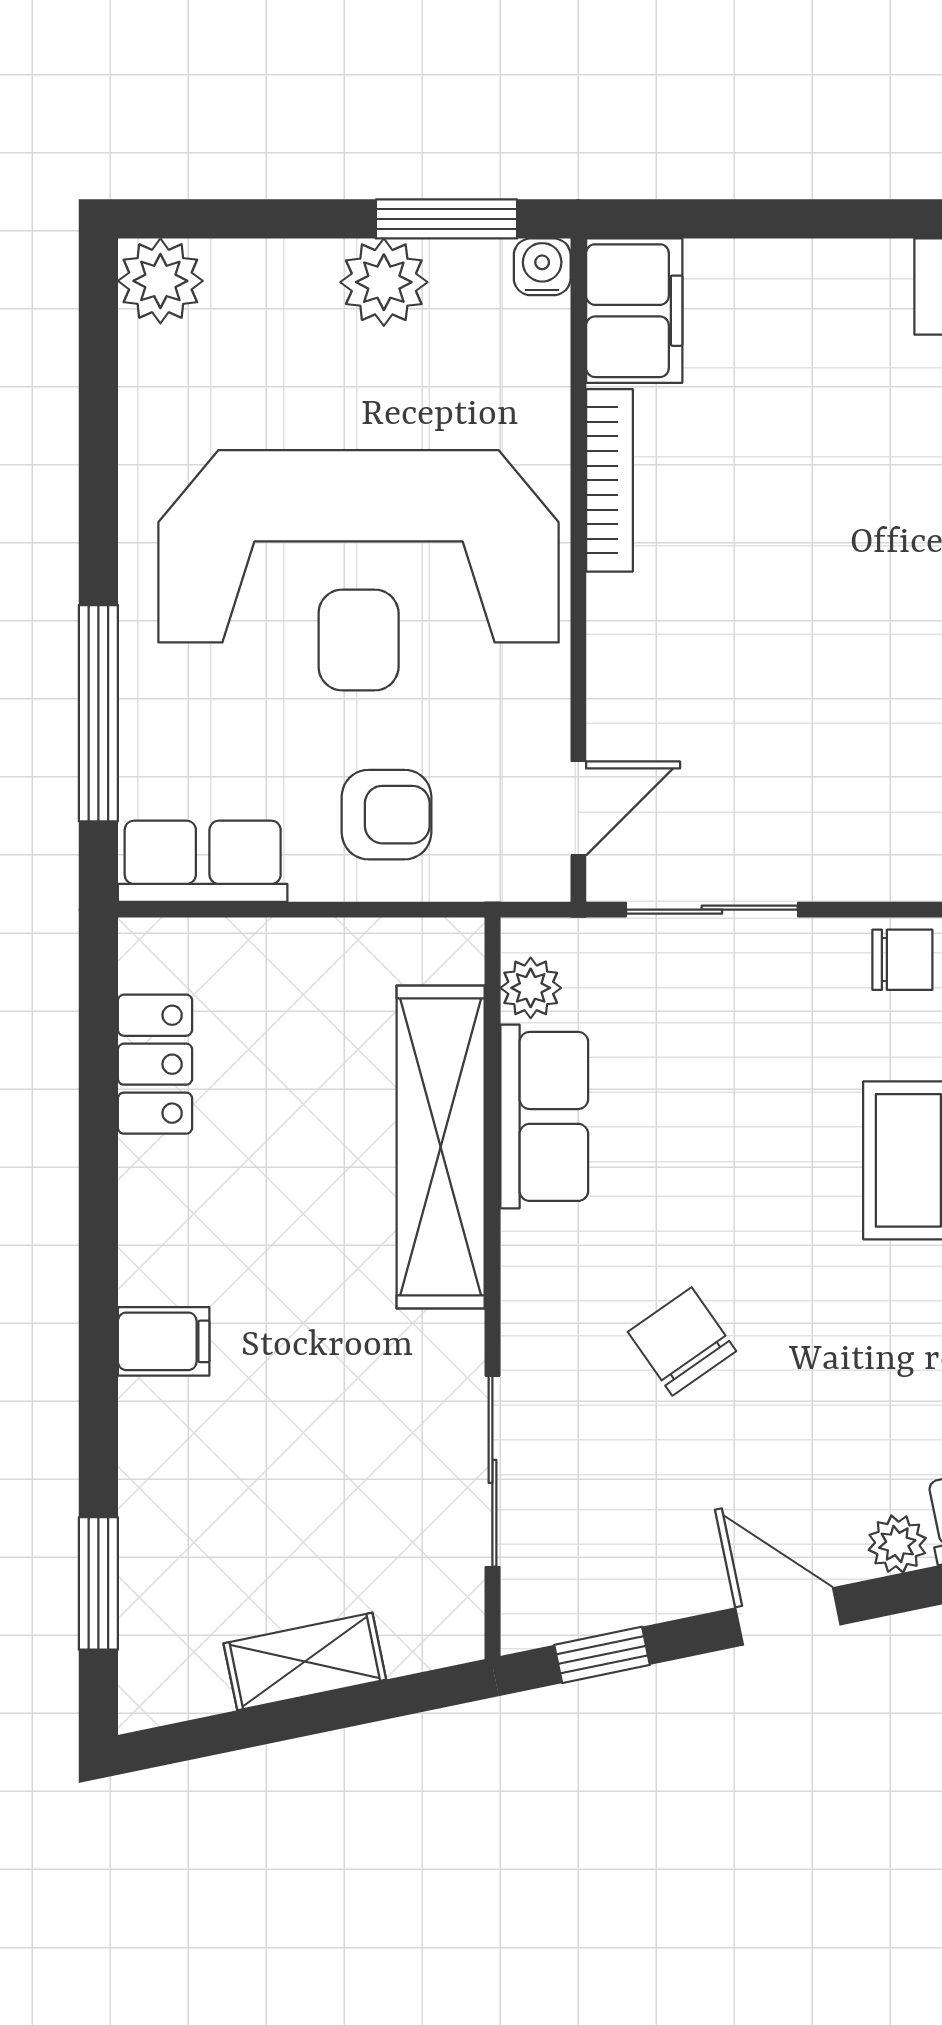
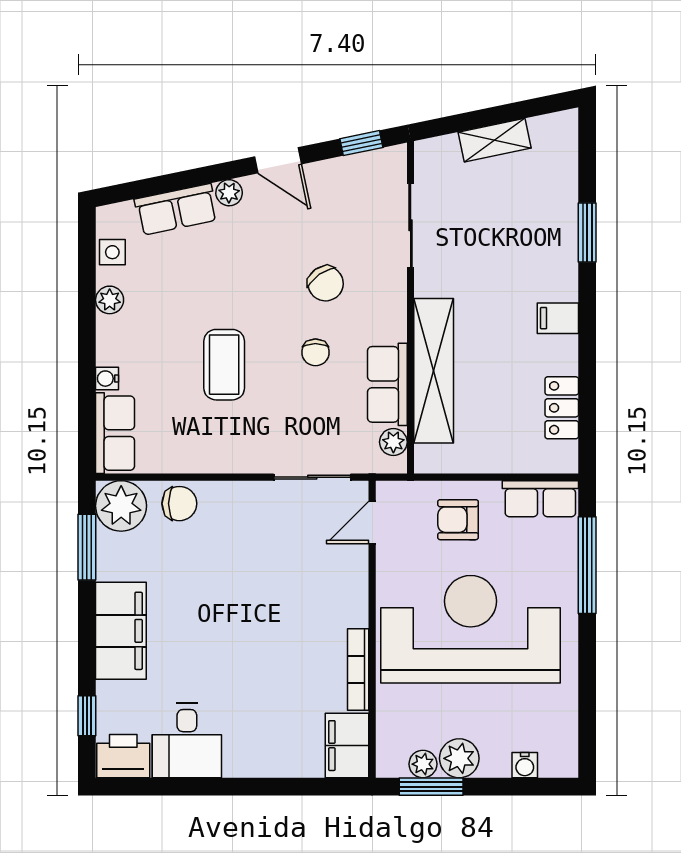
water cooler: (542, 267) -> (525, 765), moved
plant: (160, 281) -> (423, 764), moved, width x0.73, depth x0.73
chair: (902, 960) -> (315, 352), moved, turned -90
filing cabinet: (164, 1341) -> (558, 318), moved
window: (98, 1583) -> (587, 233), moved

